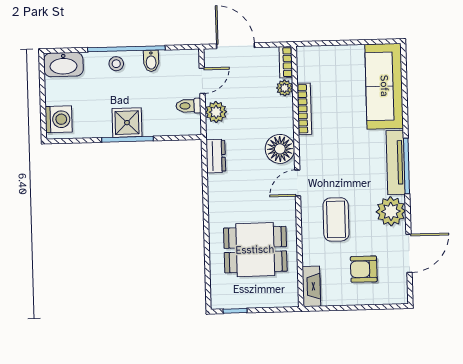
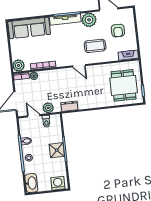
plant: (309, 58) -> (19, 65), added
floor lamp: (280, 149) -> (63, 76), removed
dining table: (255, 250) -> (124, 85), moved

